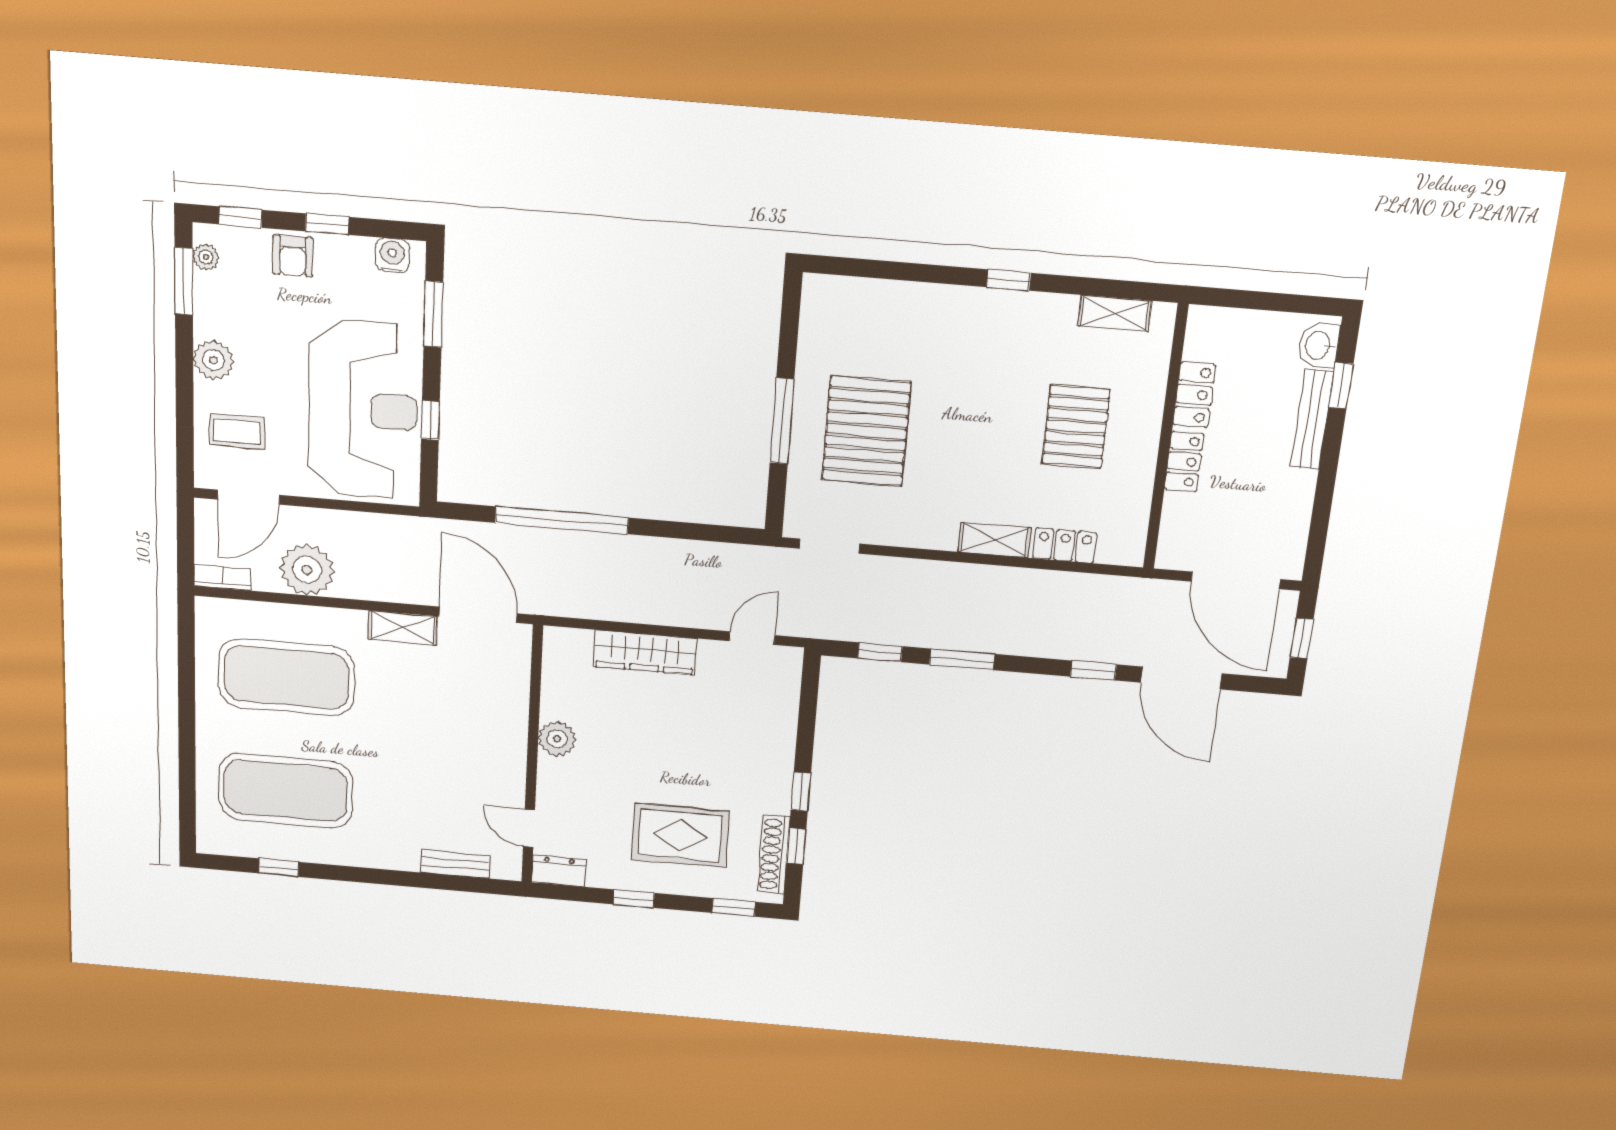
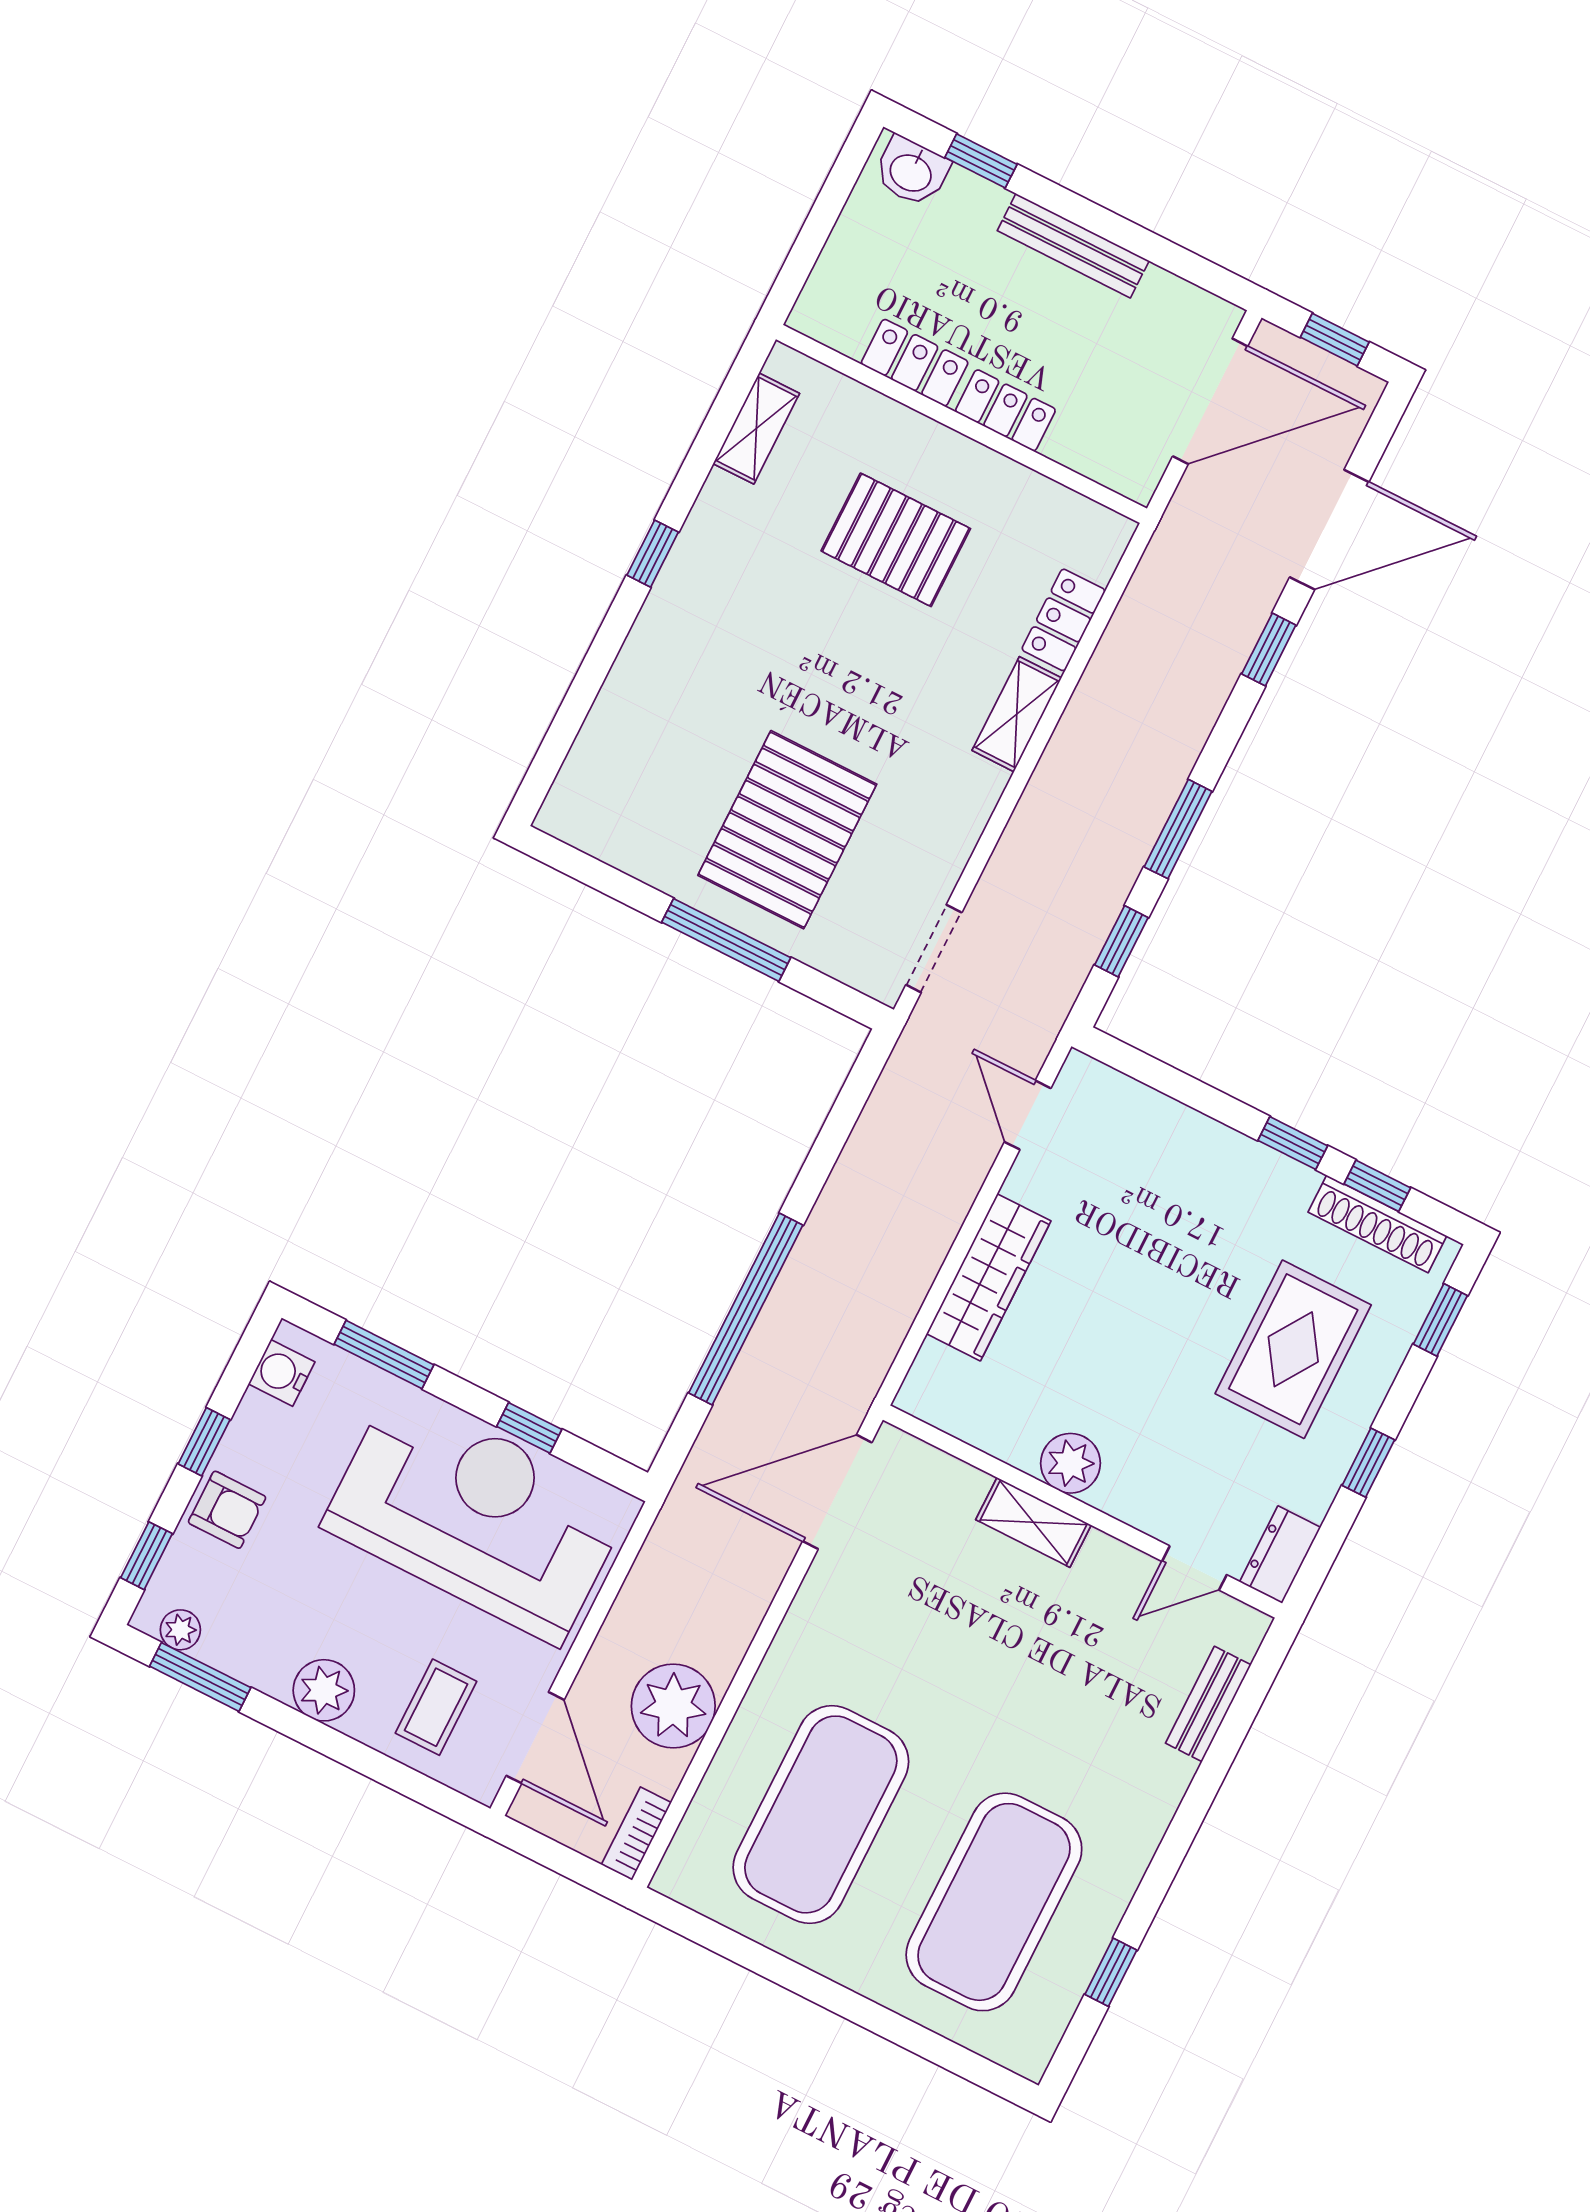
bench: (1312, 419) -> (1073, 246), moved
pallet: (866, 431) -> (787, 830), turned 90
shelving: (403, 628) -> (1033, 1522), moved, turned 90

